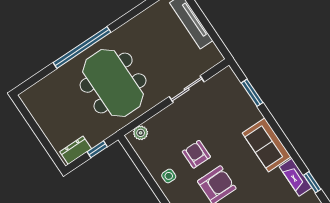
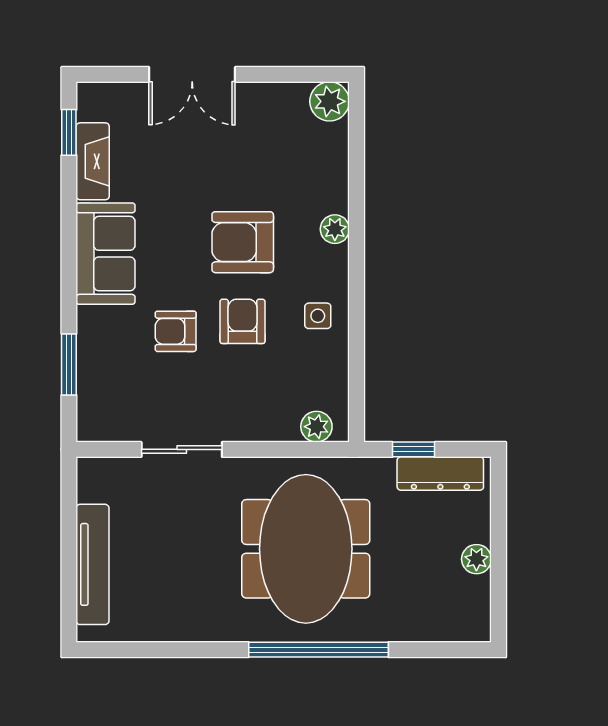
plant: (45, 123) -> (476, 559), added
armchair: (220, 133) -> (176, 331), added
dresser: (76, 150) -> (440, 474), width x1.44
armchair: (196, 154) -> (242, 321), turned 180

